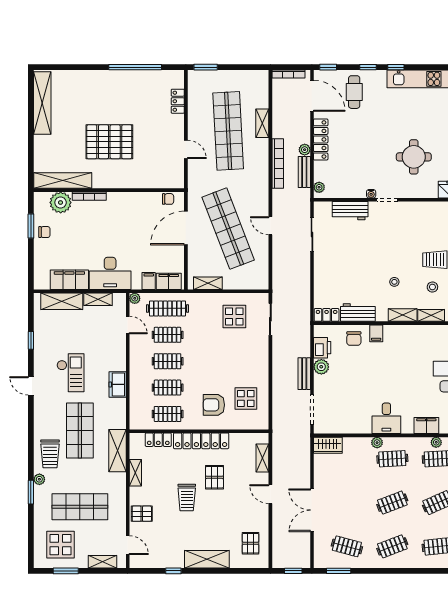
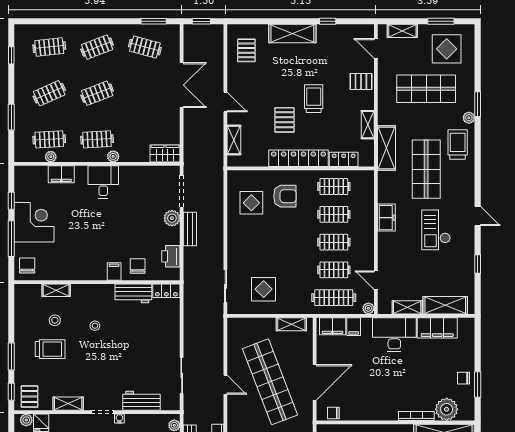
shelving: (403, 315) -> (68, 404), moved
plant: (321, 367) -> (172, 218), moved

